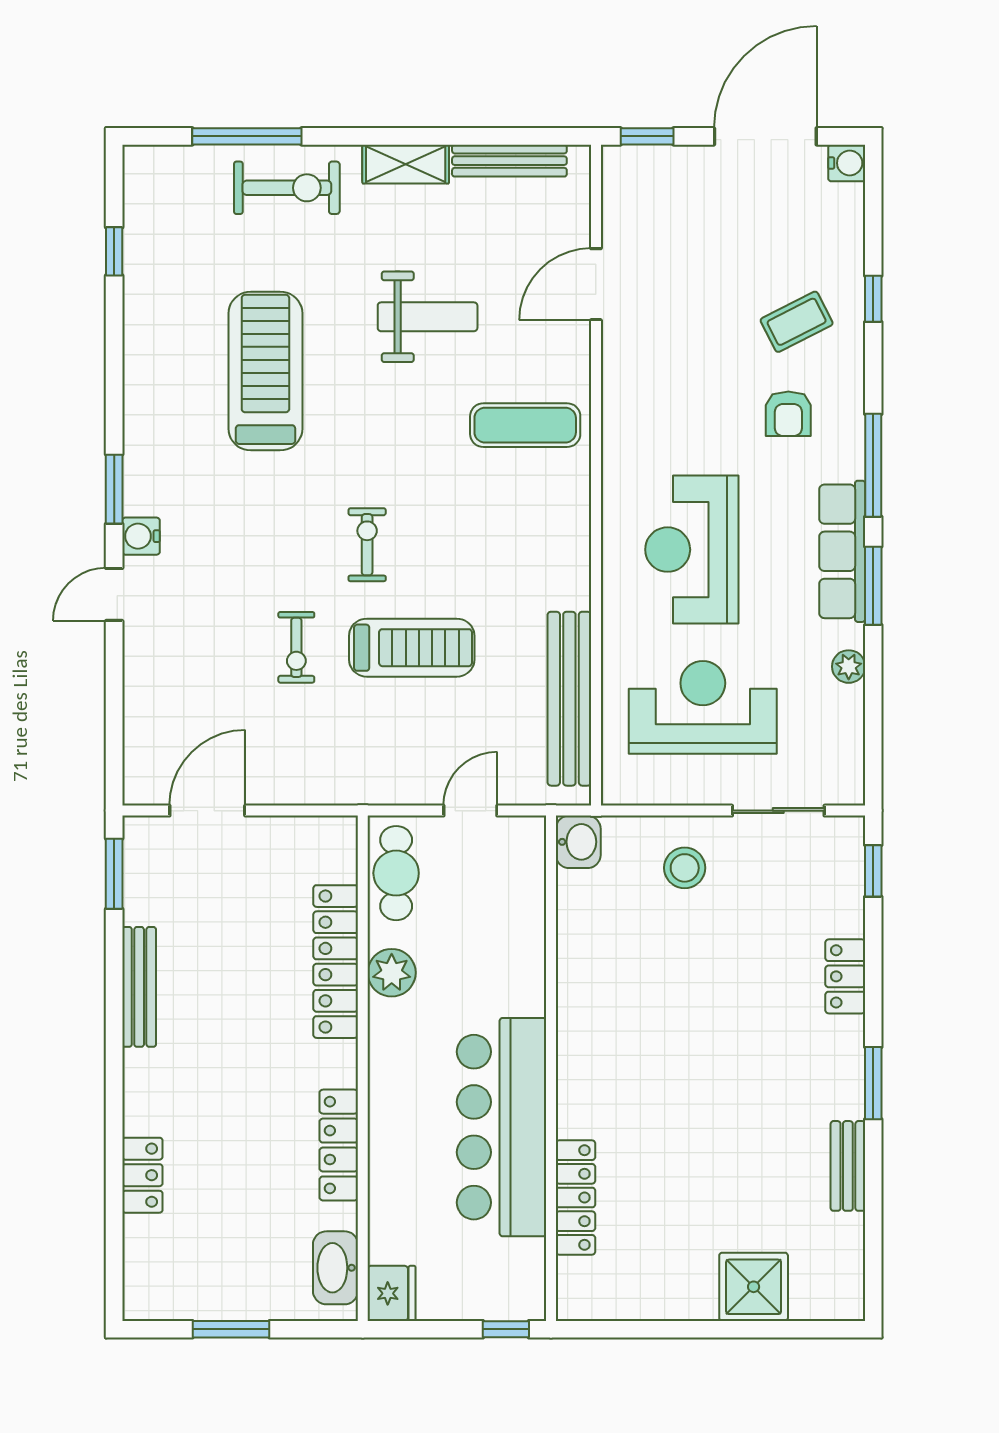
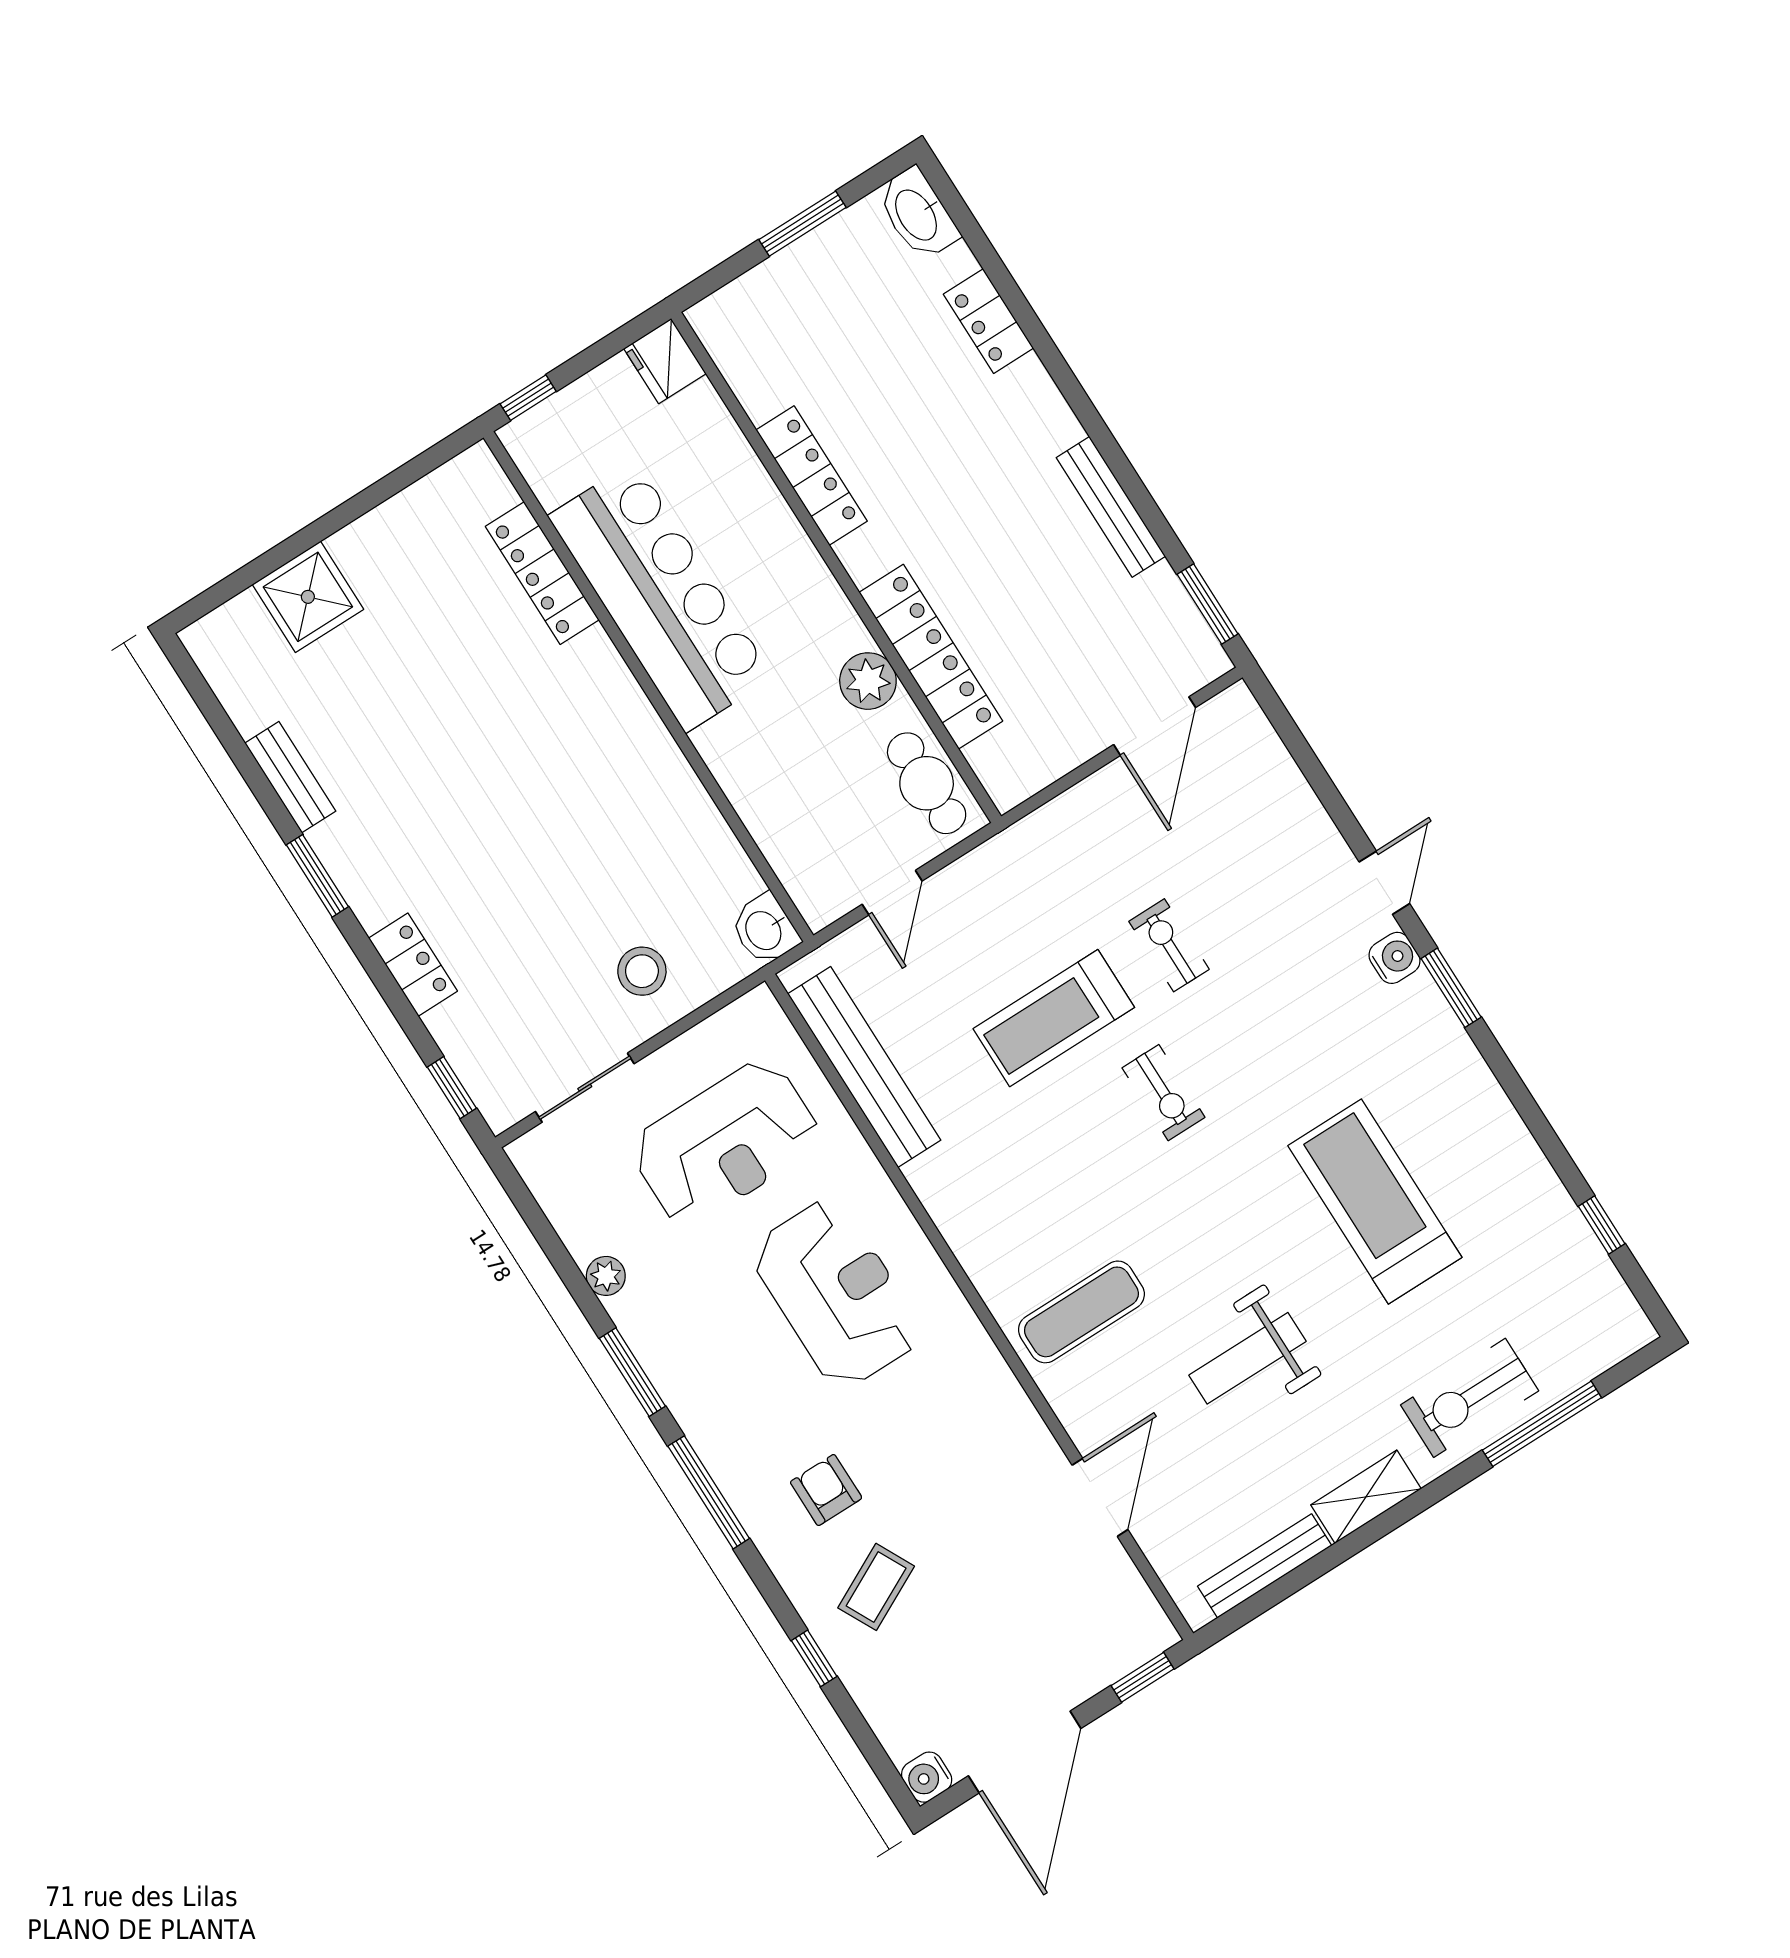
treadmill: (265, 371) -> (1375, 1201), turned 180
row of seats: (842, 551) -> (685, 1387), removed
washbasin: (335, 1268) -> (917, 214), moved, turned 180

